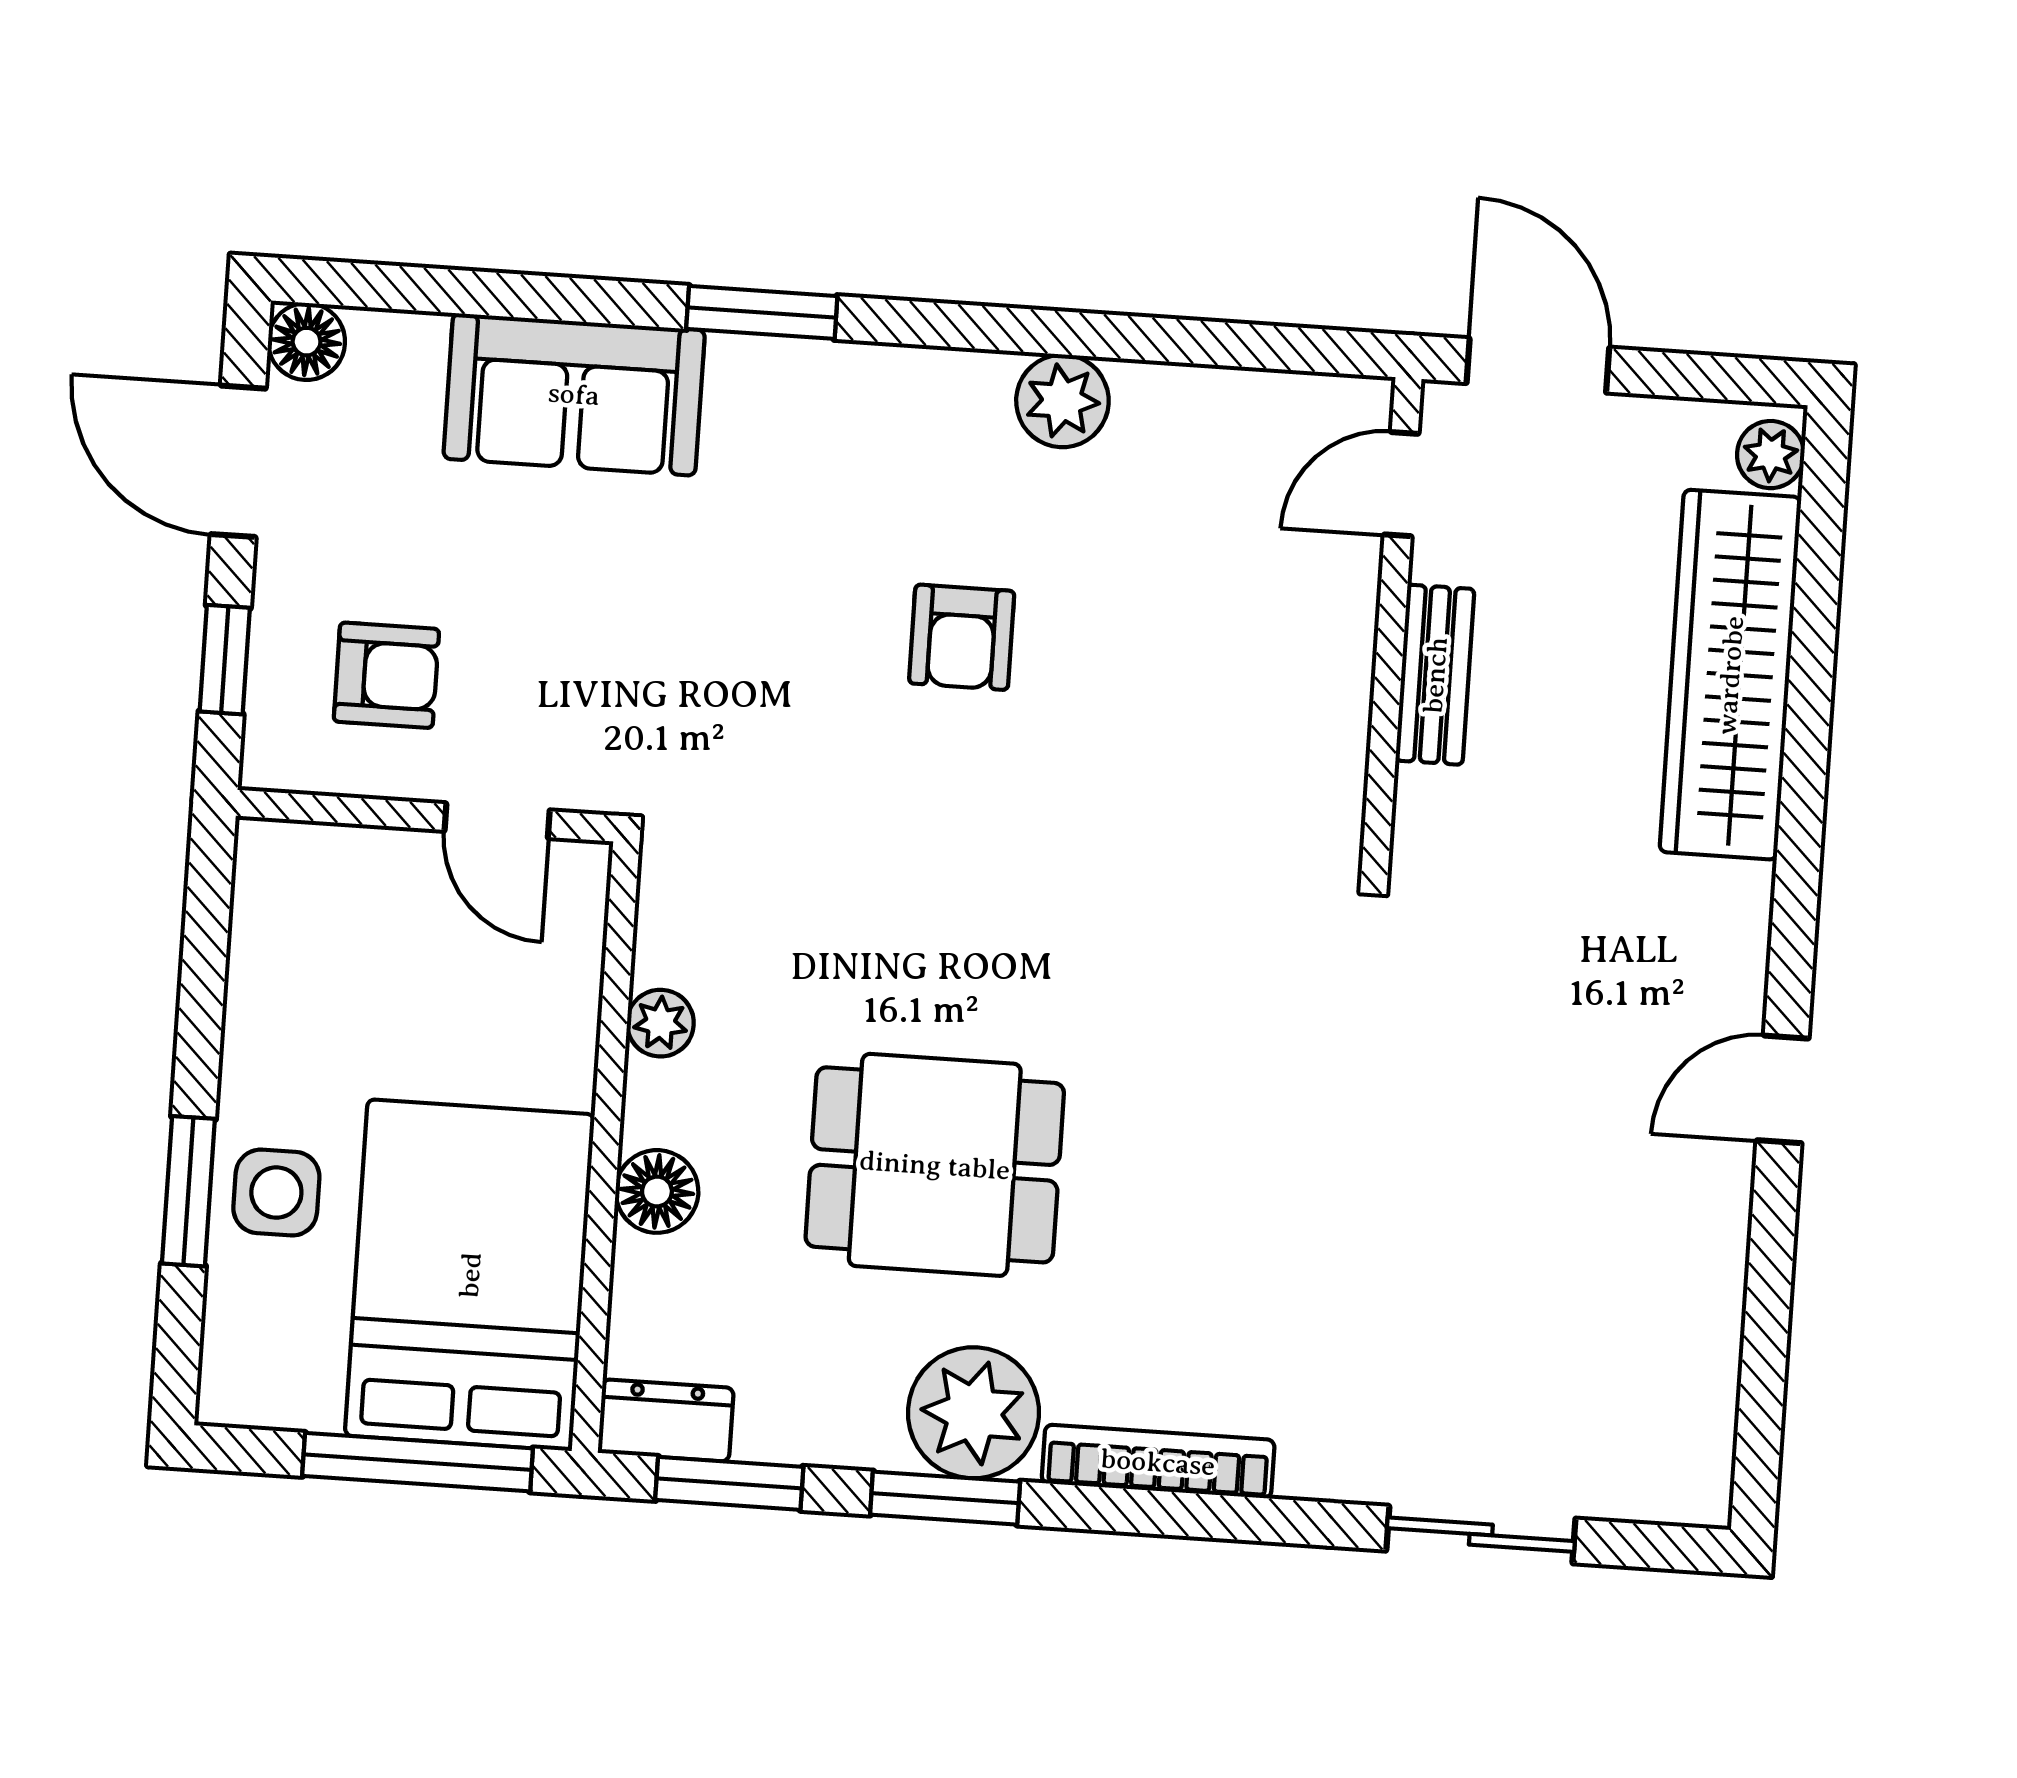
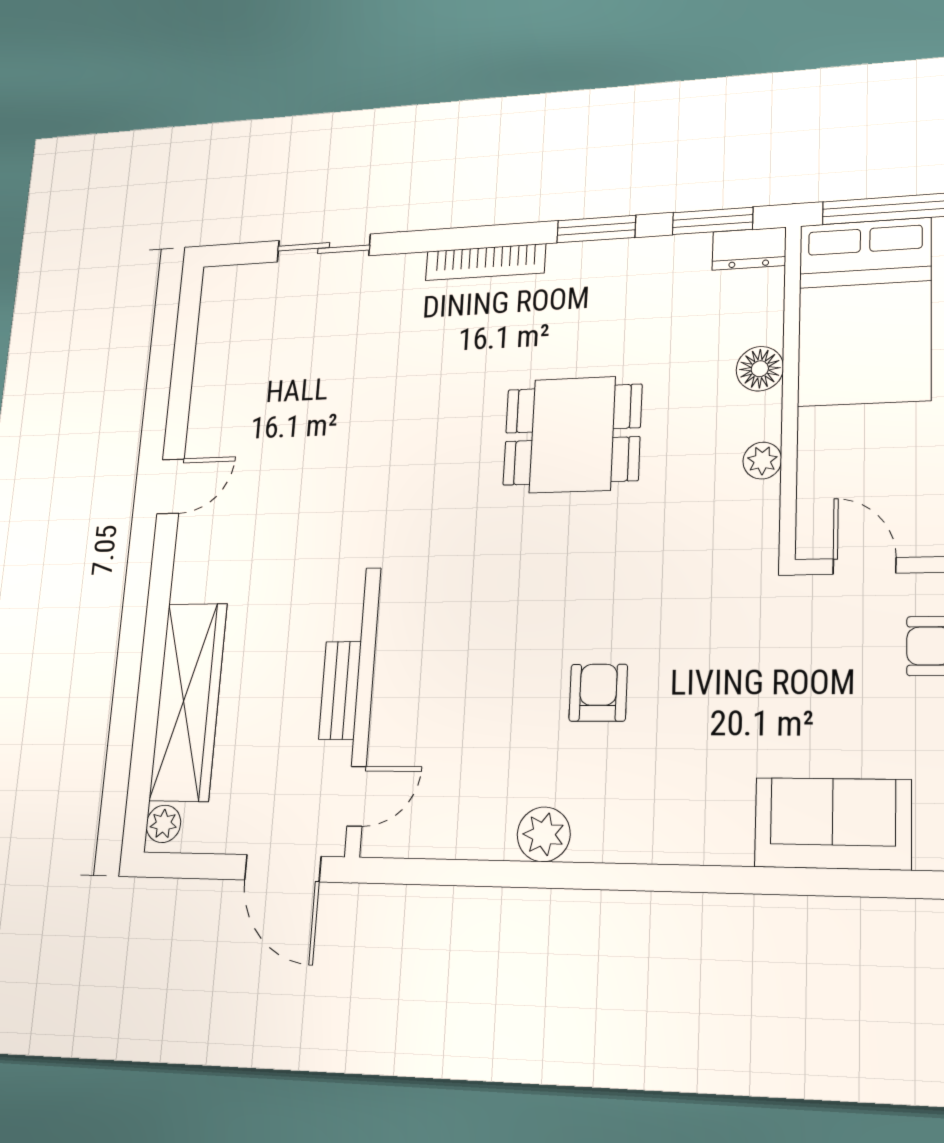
window: (762, 312) -> (721, 879), removed
dining table: (935, 1165) -> (572, 435), moved
plant: (973, 1413) -> (582, 274), removed

